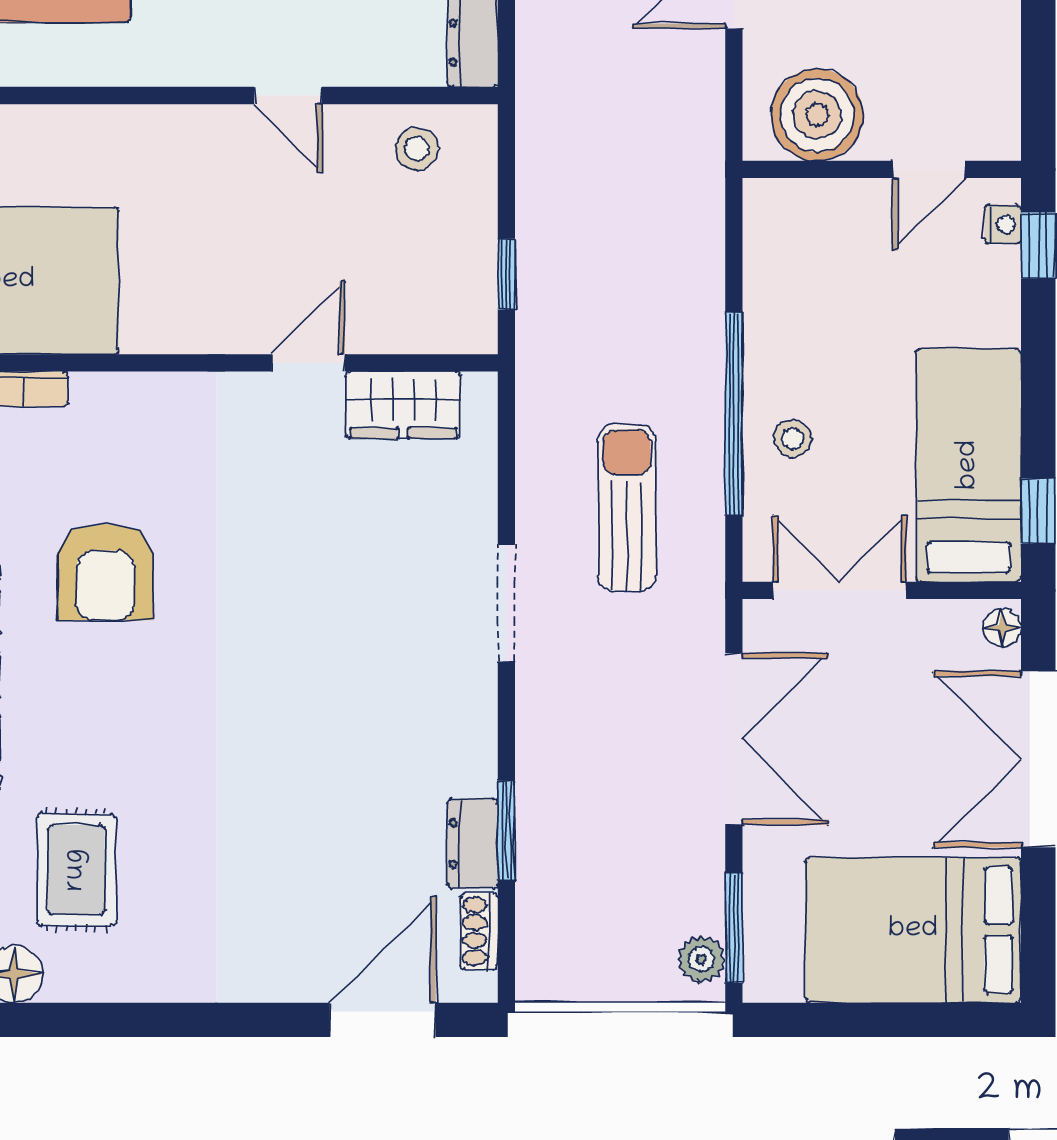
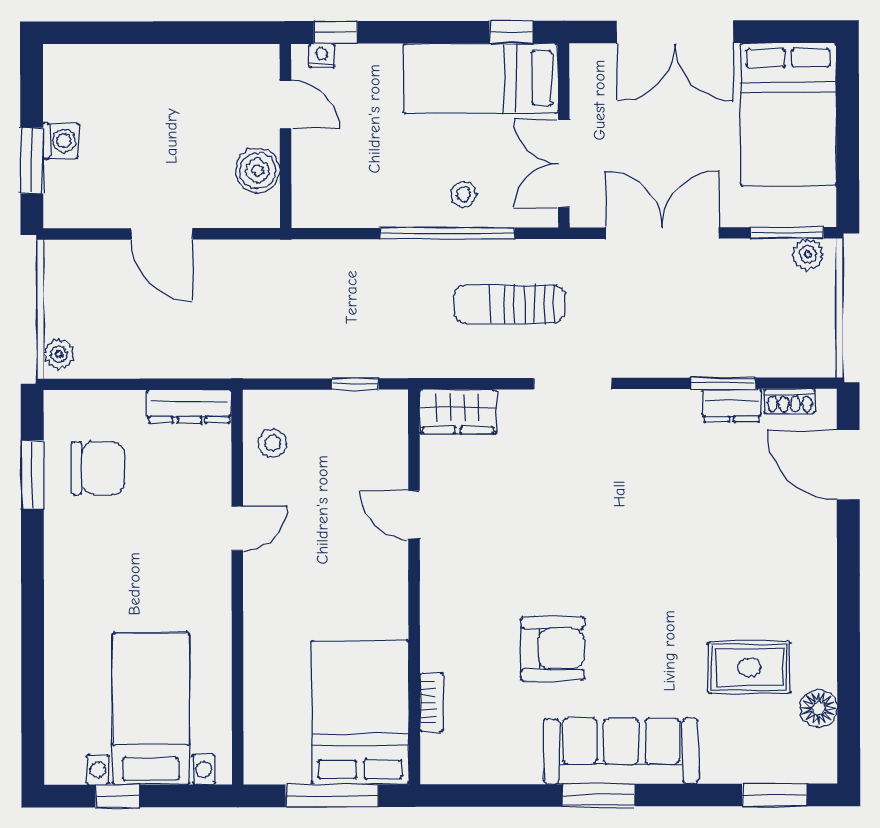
boiler: (817, 115) -> (258, 171), width x0.73, depth x0.73
wardrobe: (403, 405) -> (458, 412), moved, turned 90
floor lamp: (1002, 628) -> (588, 56), removed

